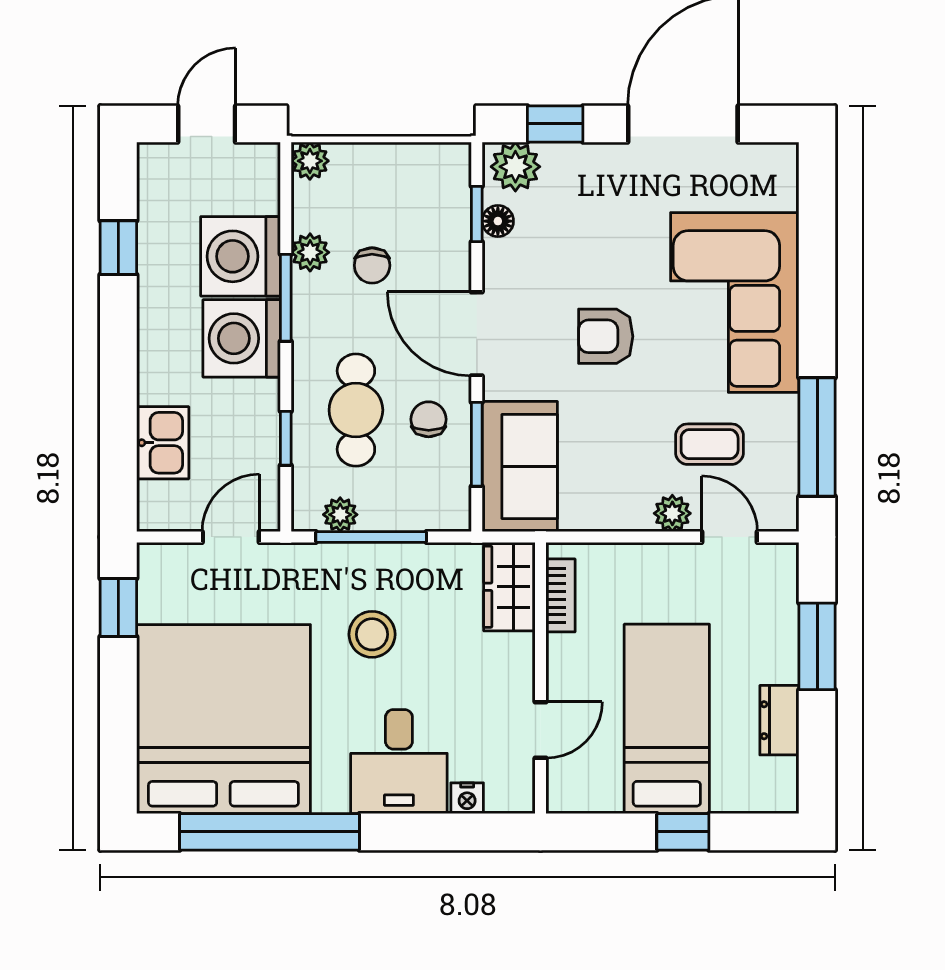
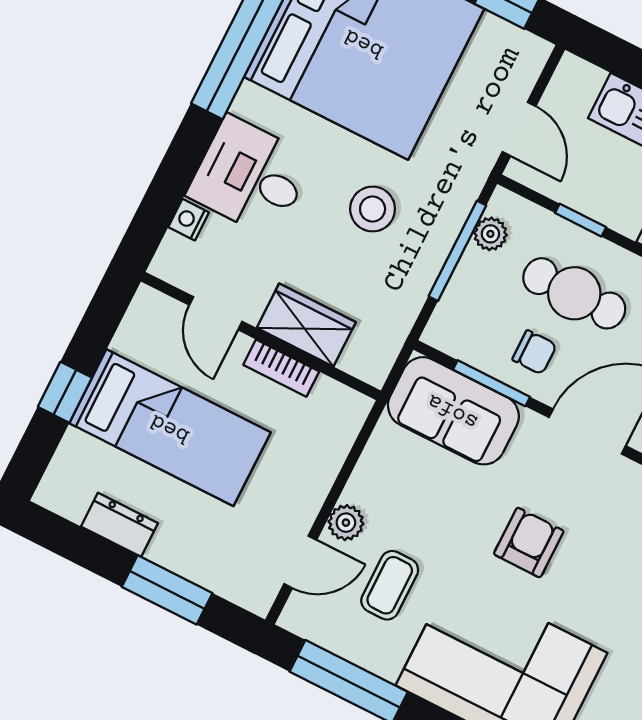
wardrobe: (509, 587) -> (306, 325), moved
bookcase: (561, 595) -> (281, 368), moved

